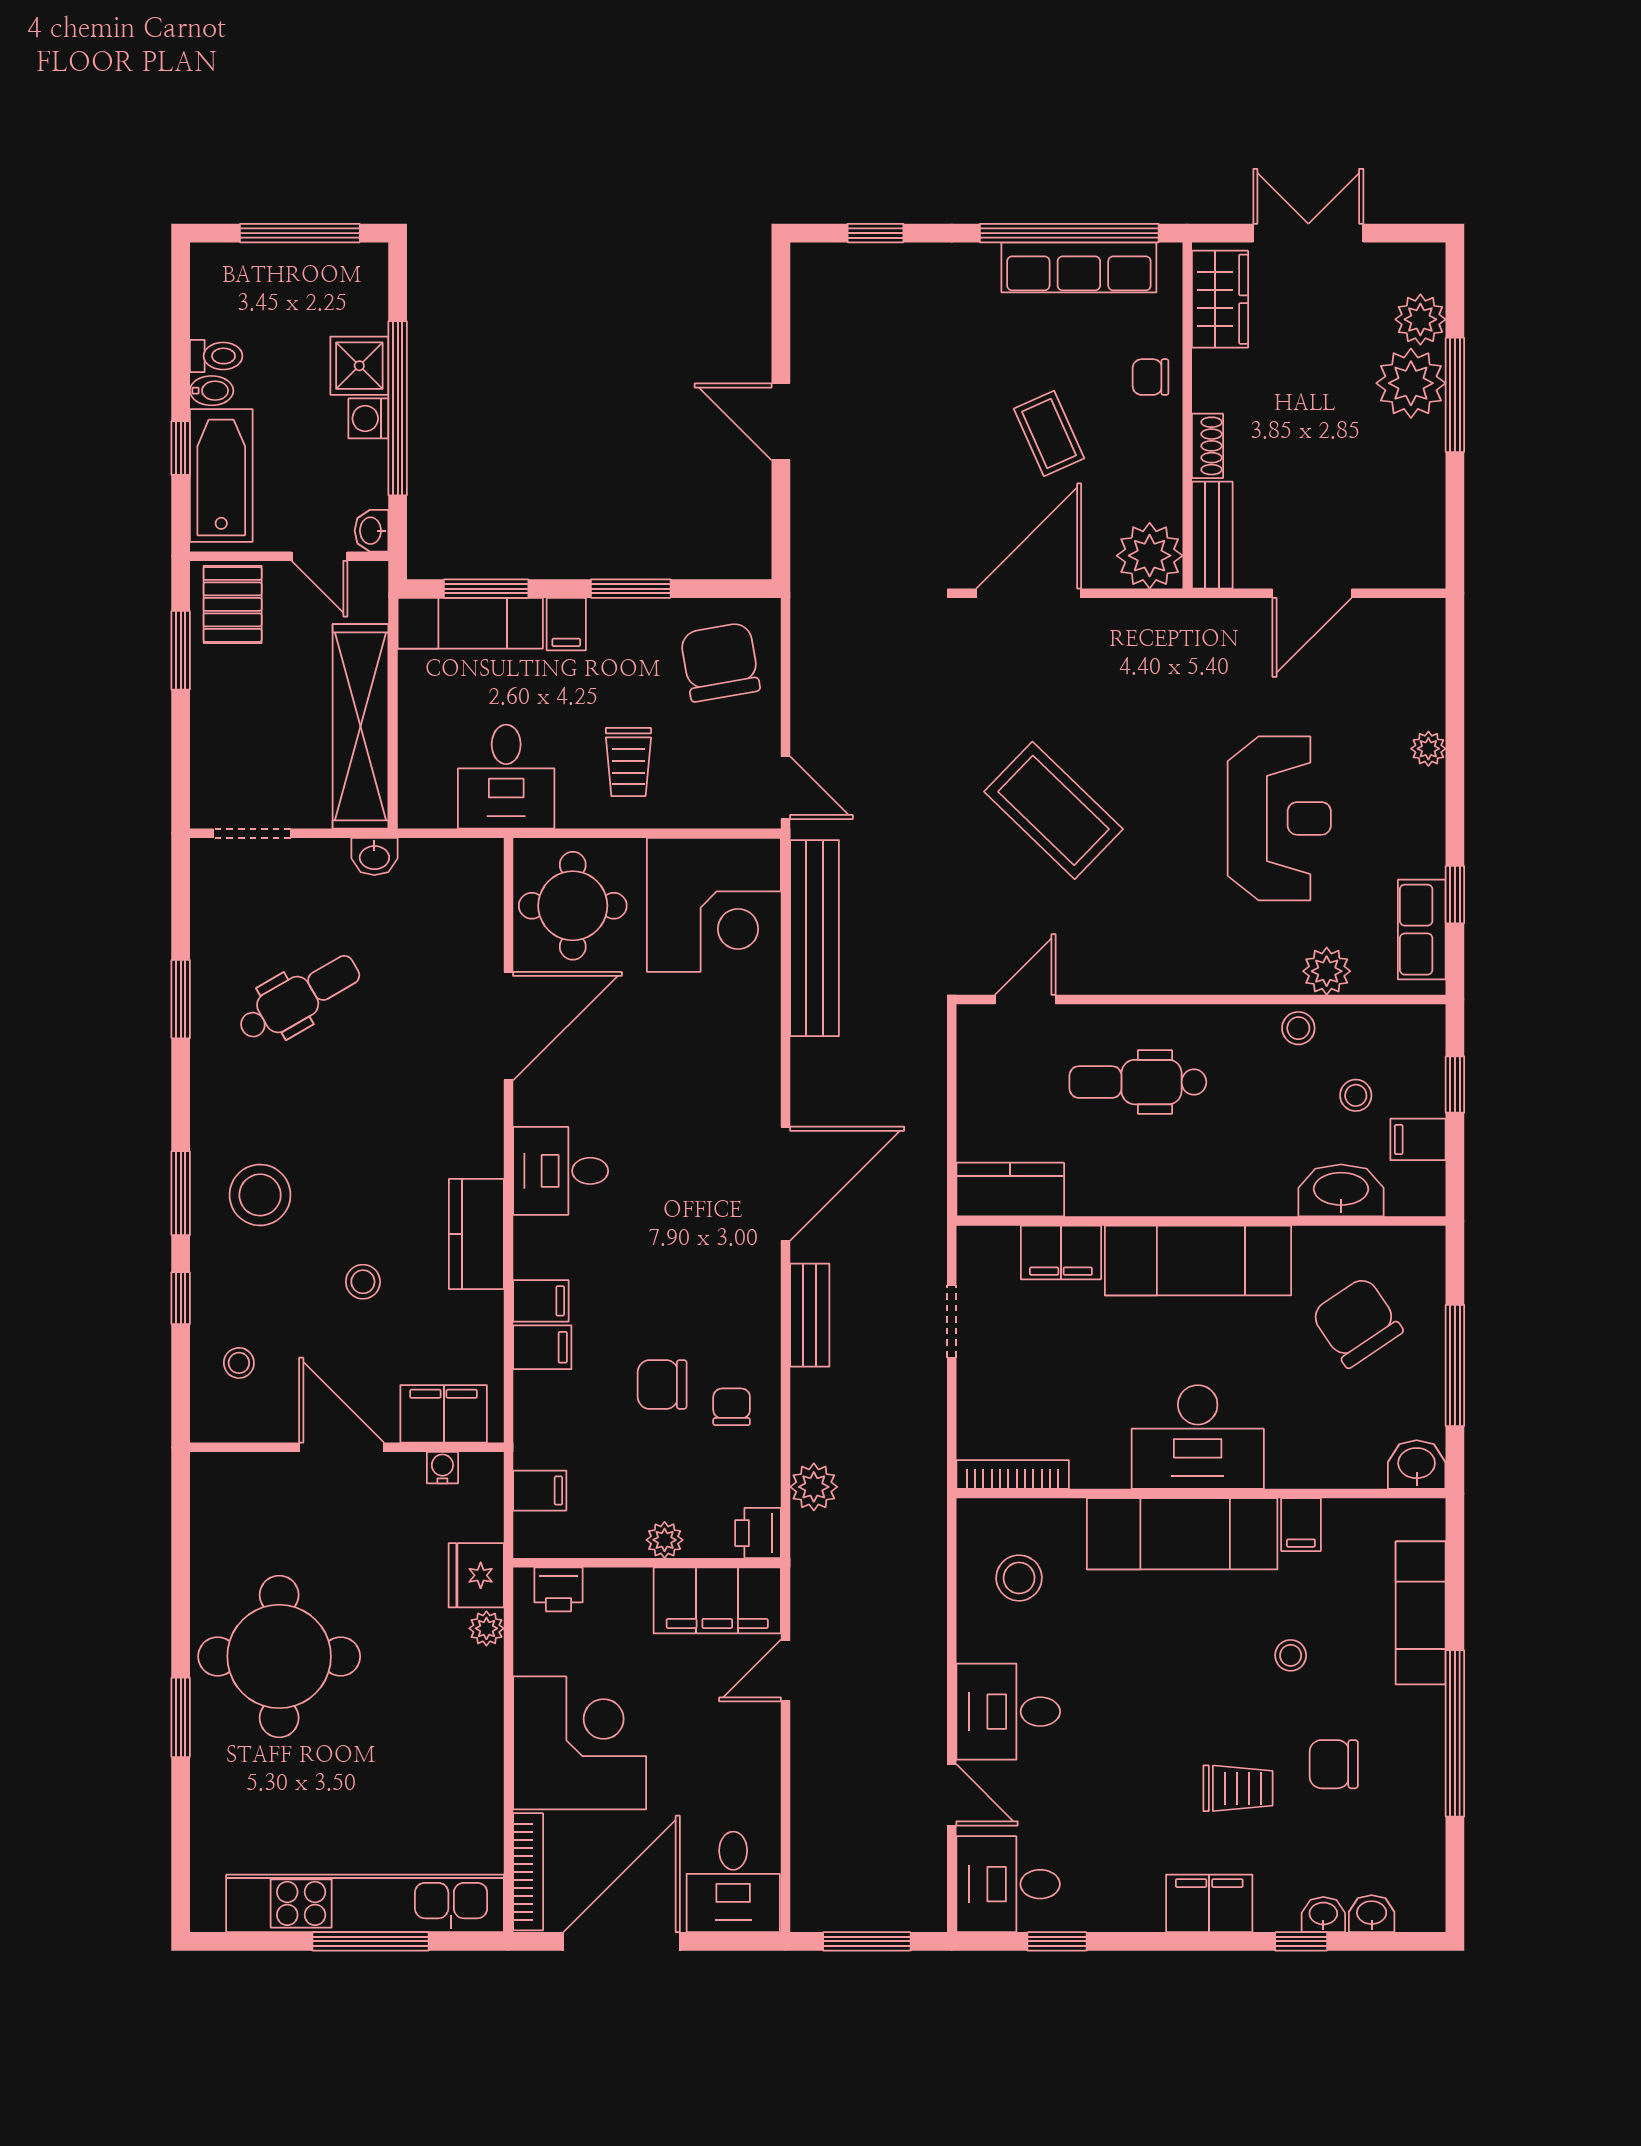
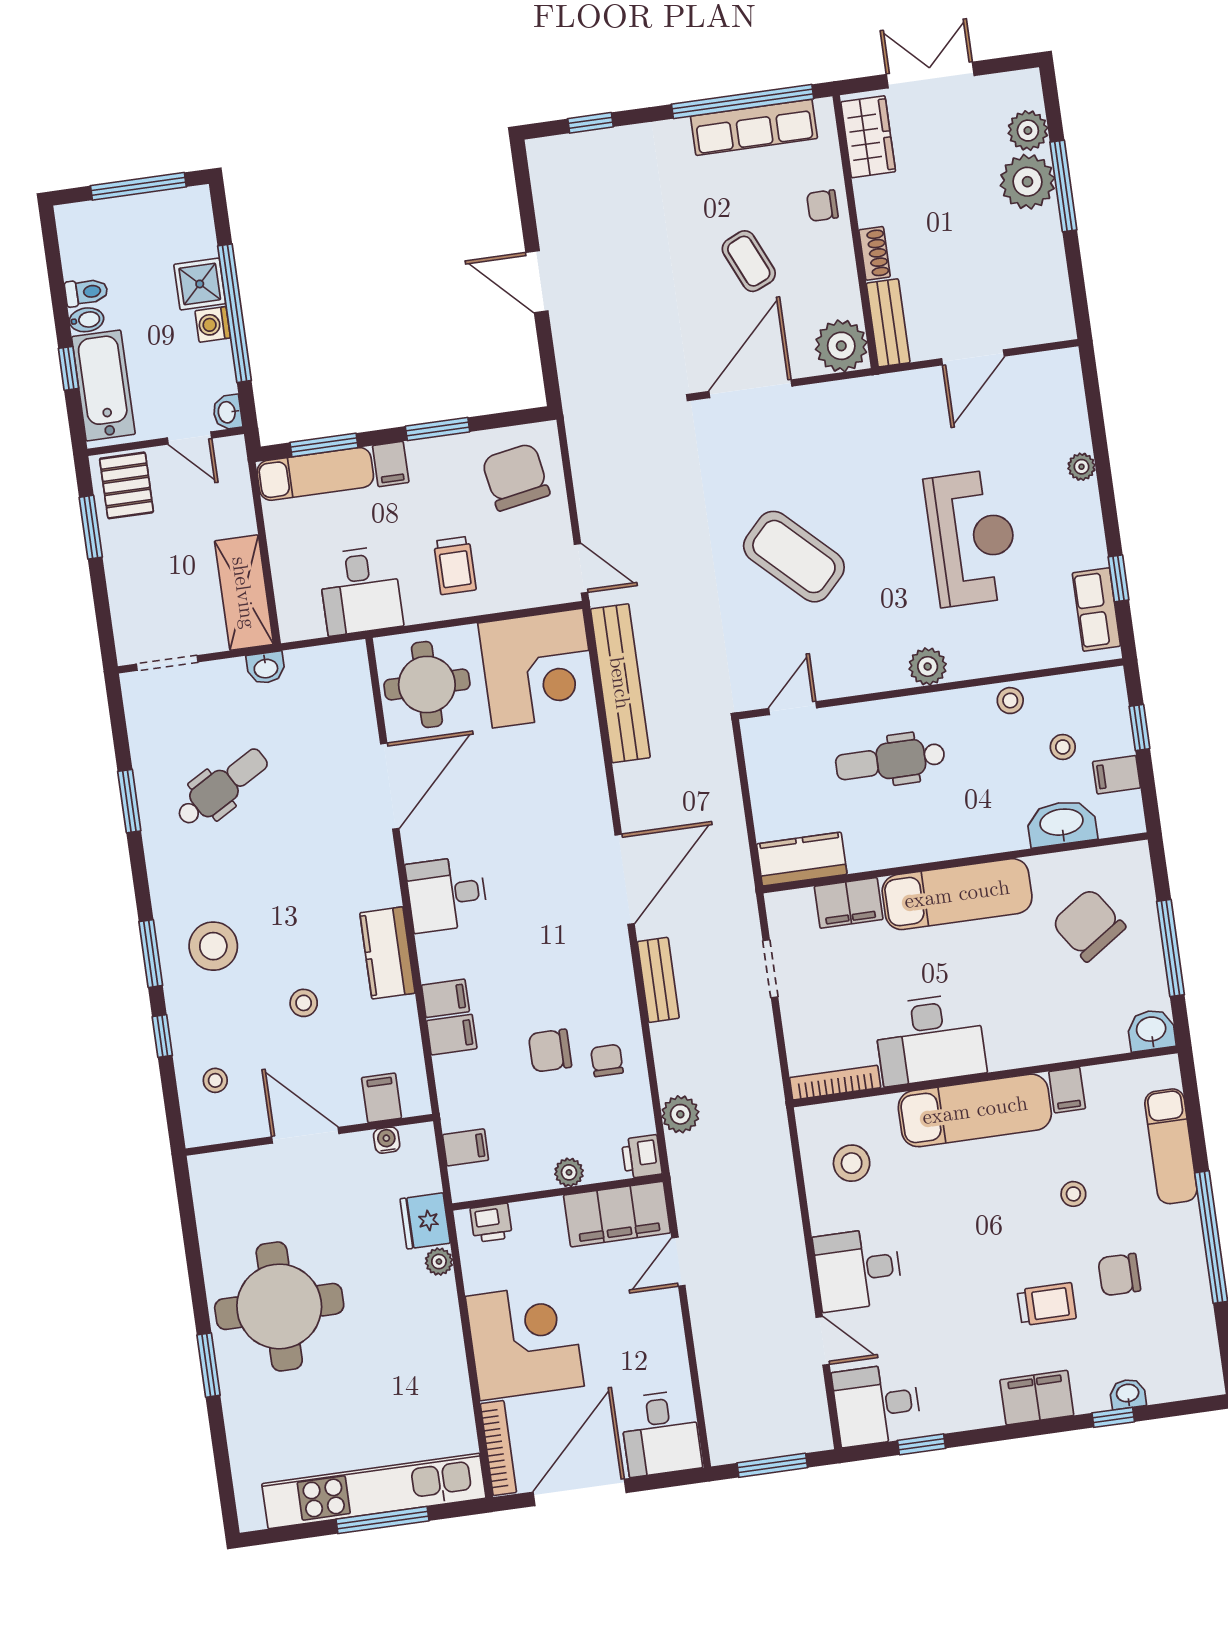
shelving: (361, 726) -> (244, 593), width x0.68
plant: (1327, 971) -> (928, 666), moved
filing cabinet: (444, 1414) -> (382, 1098), width x0.50
desk: (1198, 1437) -> (930, 1039), moved
washbasin: (1372, 1914) -> (1166, 1388), removed

